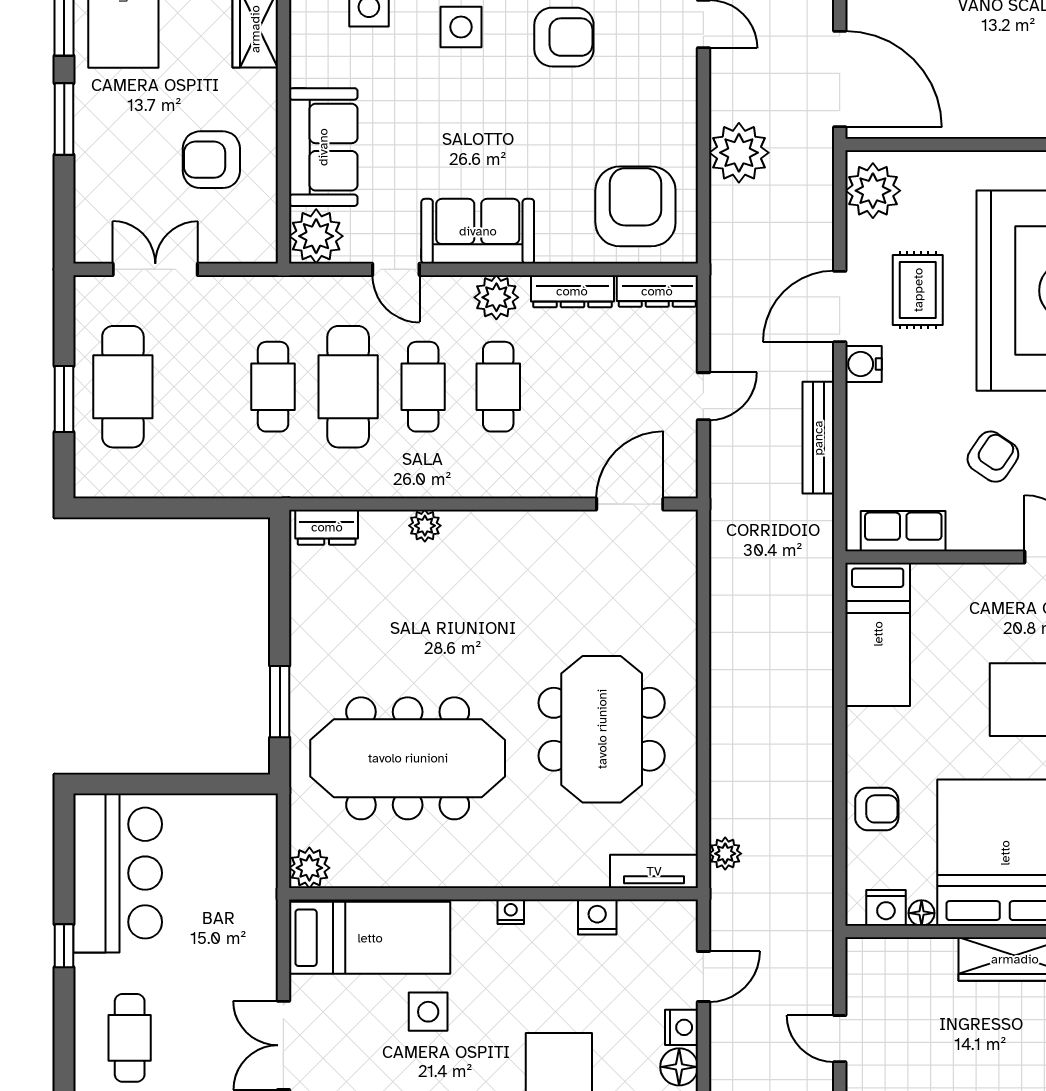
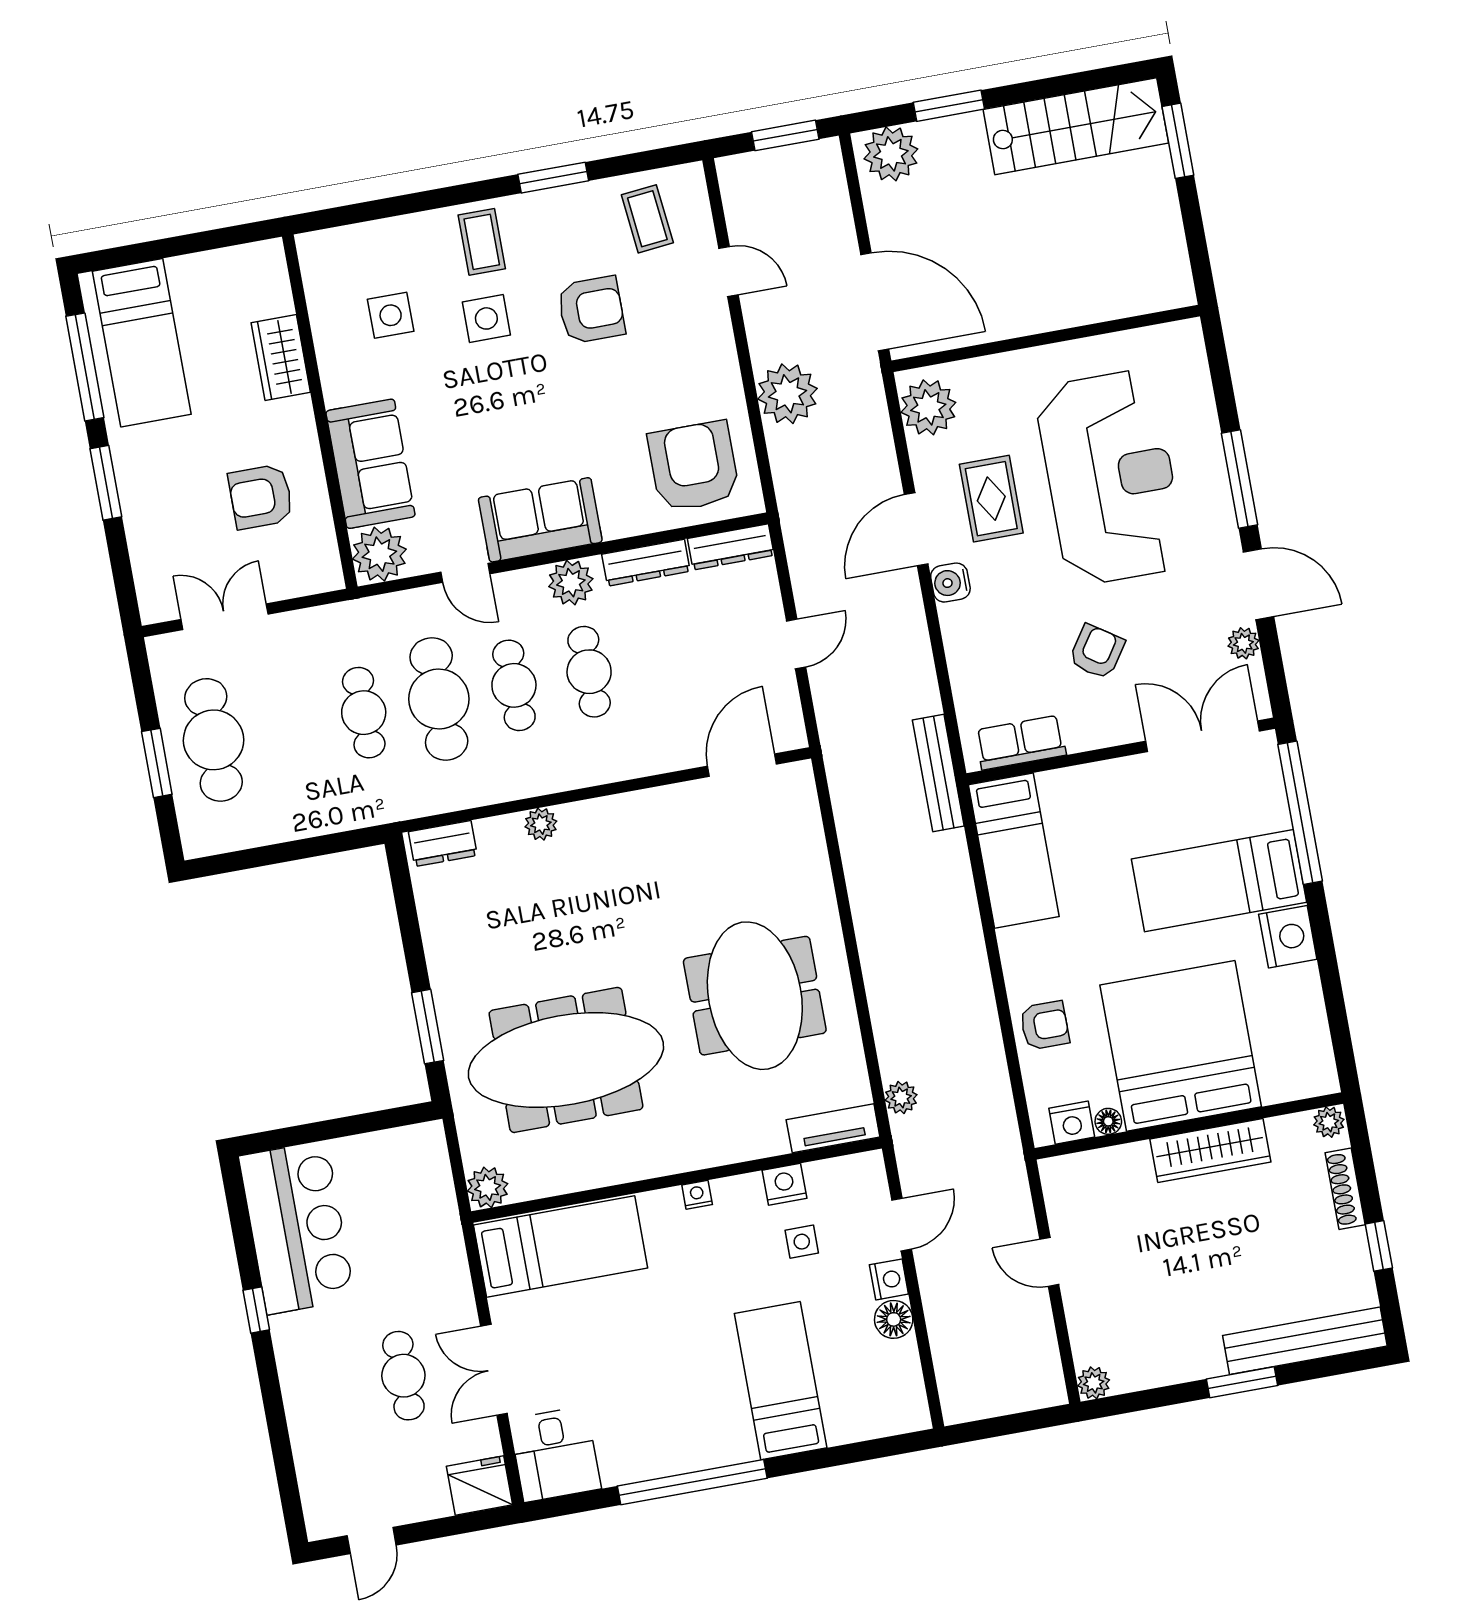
bench: (818, 438) -> (938, 773), moved
side table: (428, 1012) -> (802, 1242), moved, width x0.73, depth x0.73
cafe table: (130, 1038) -> (403, 1376), moved

